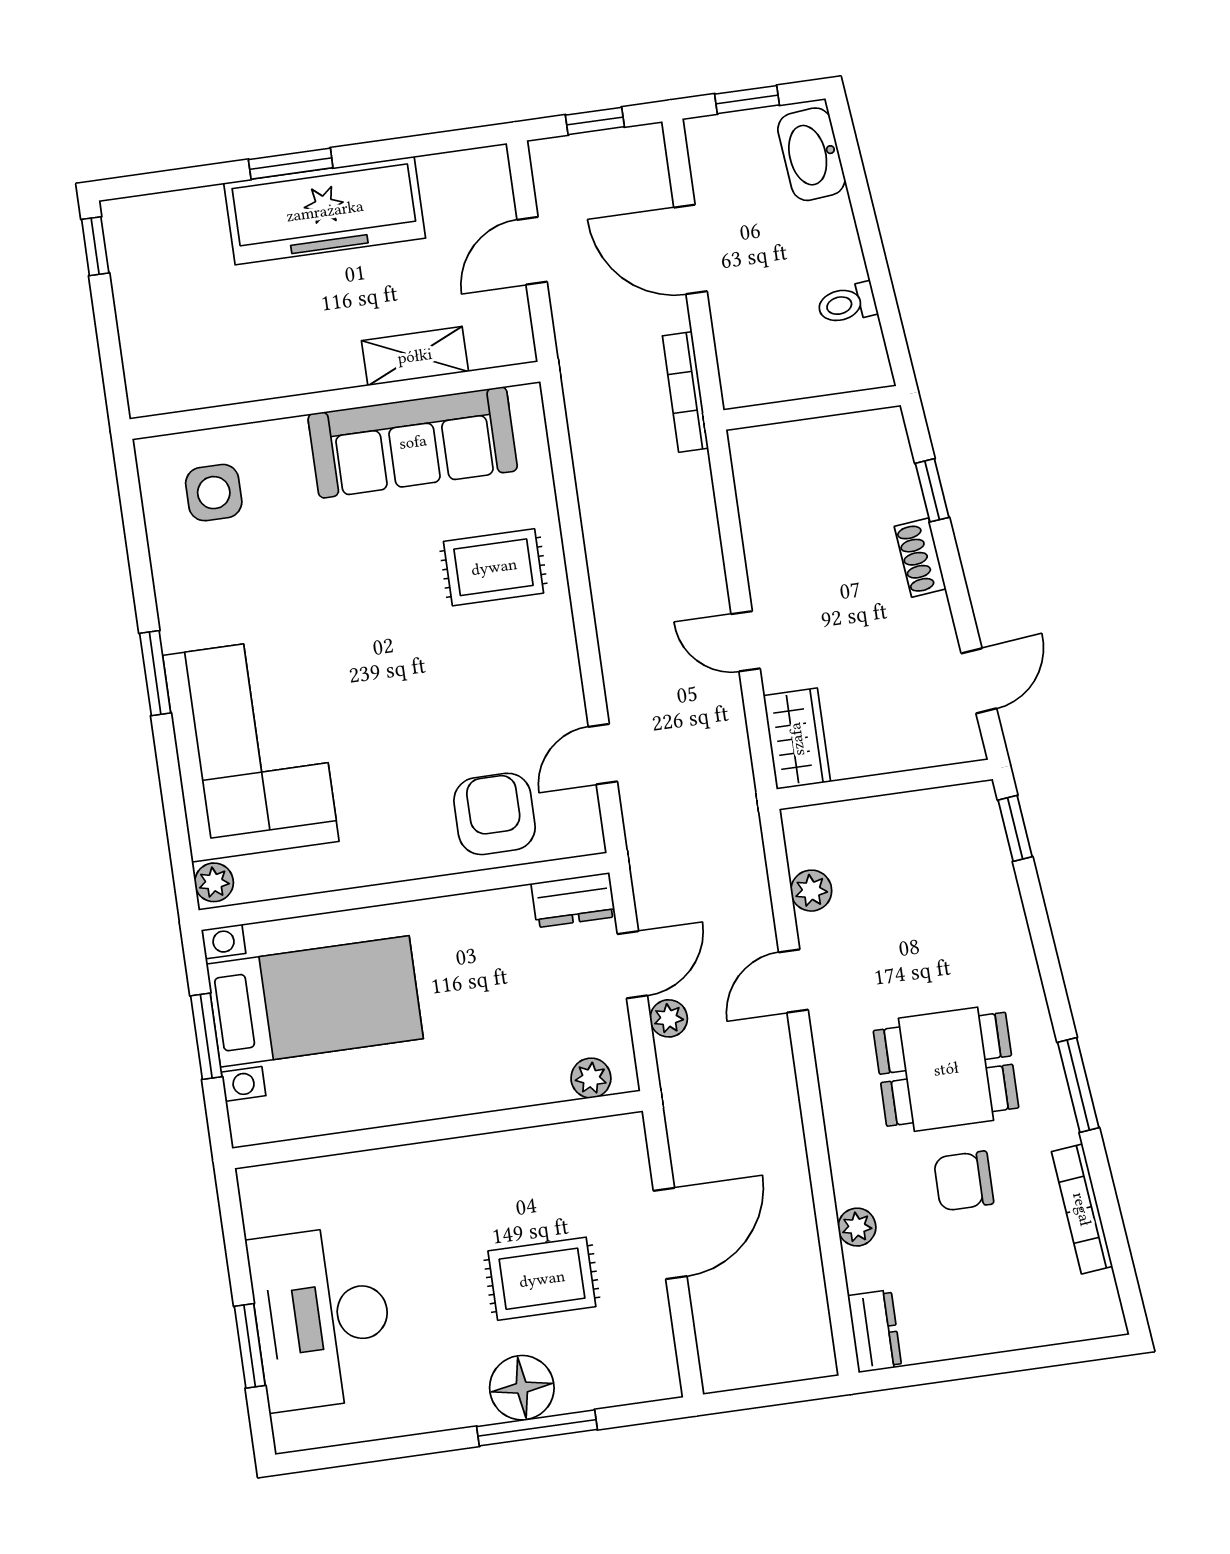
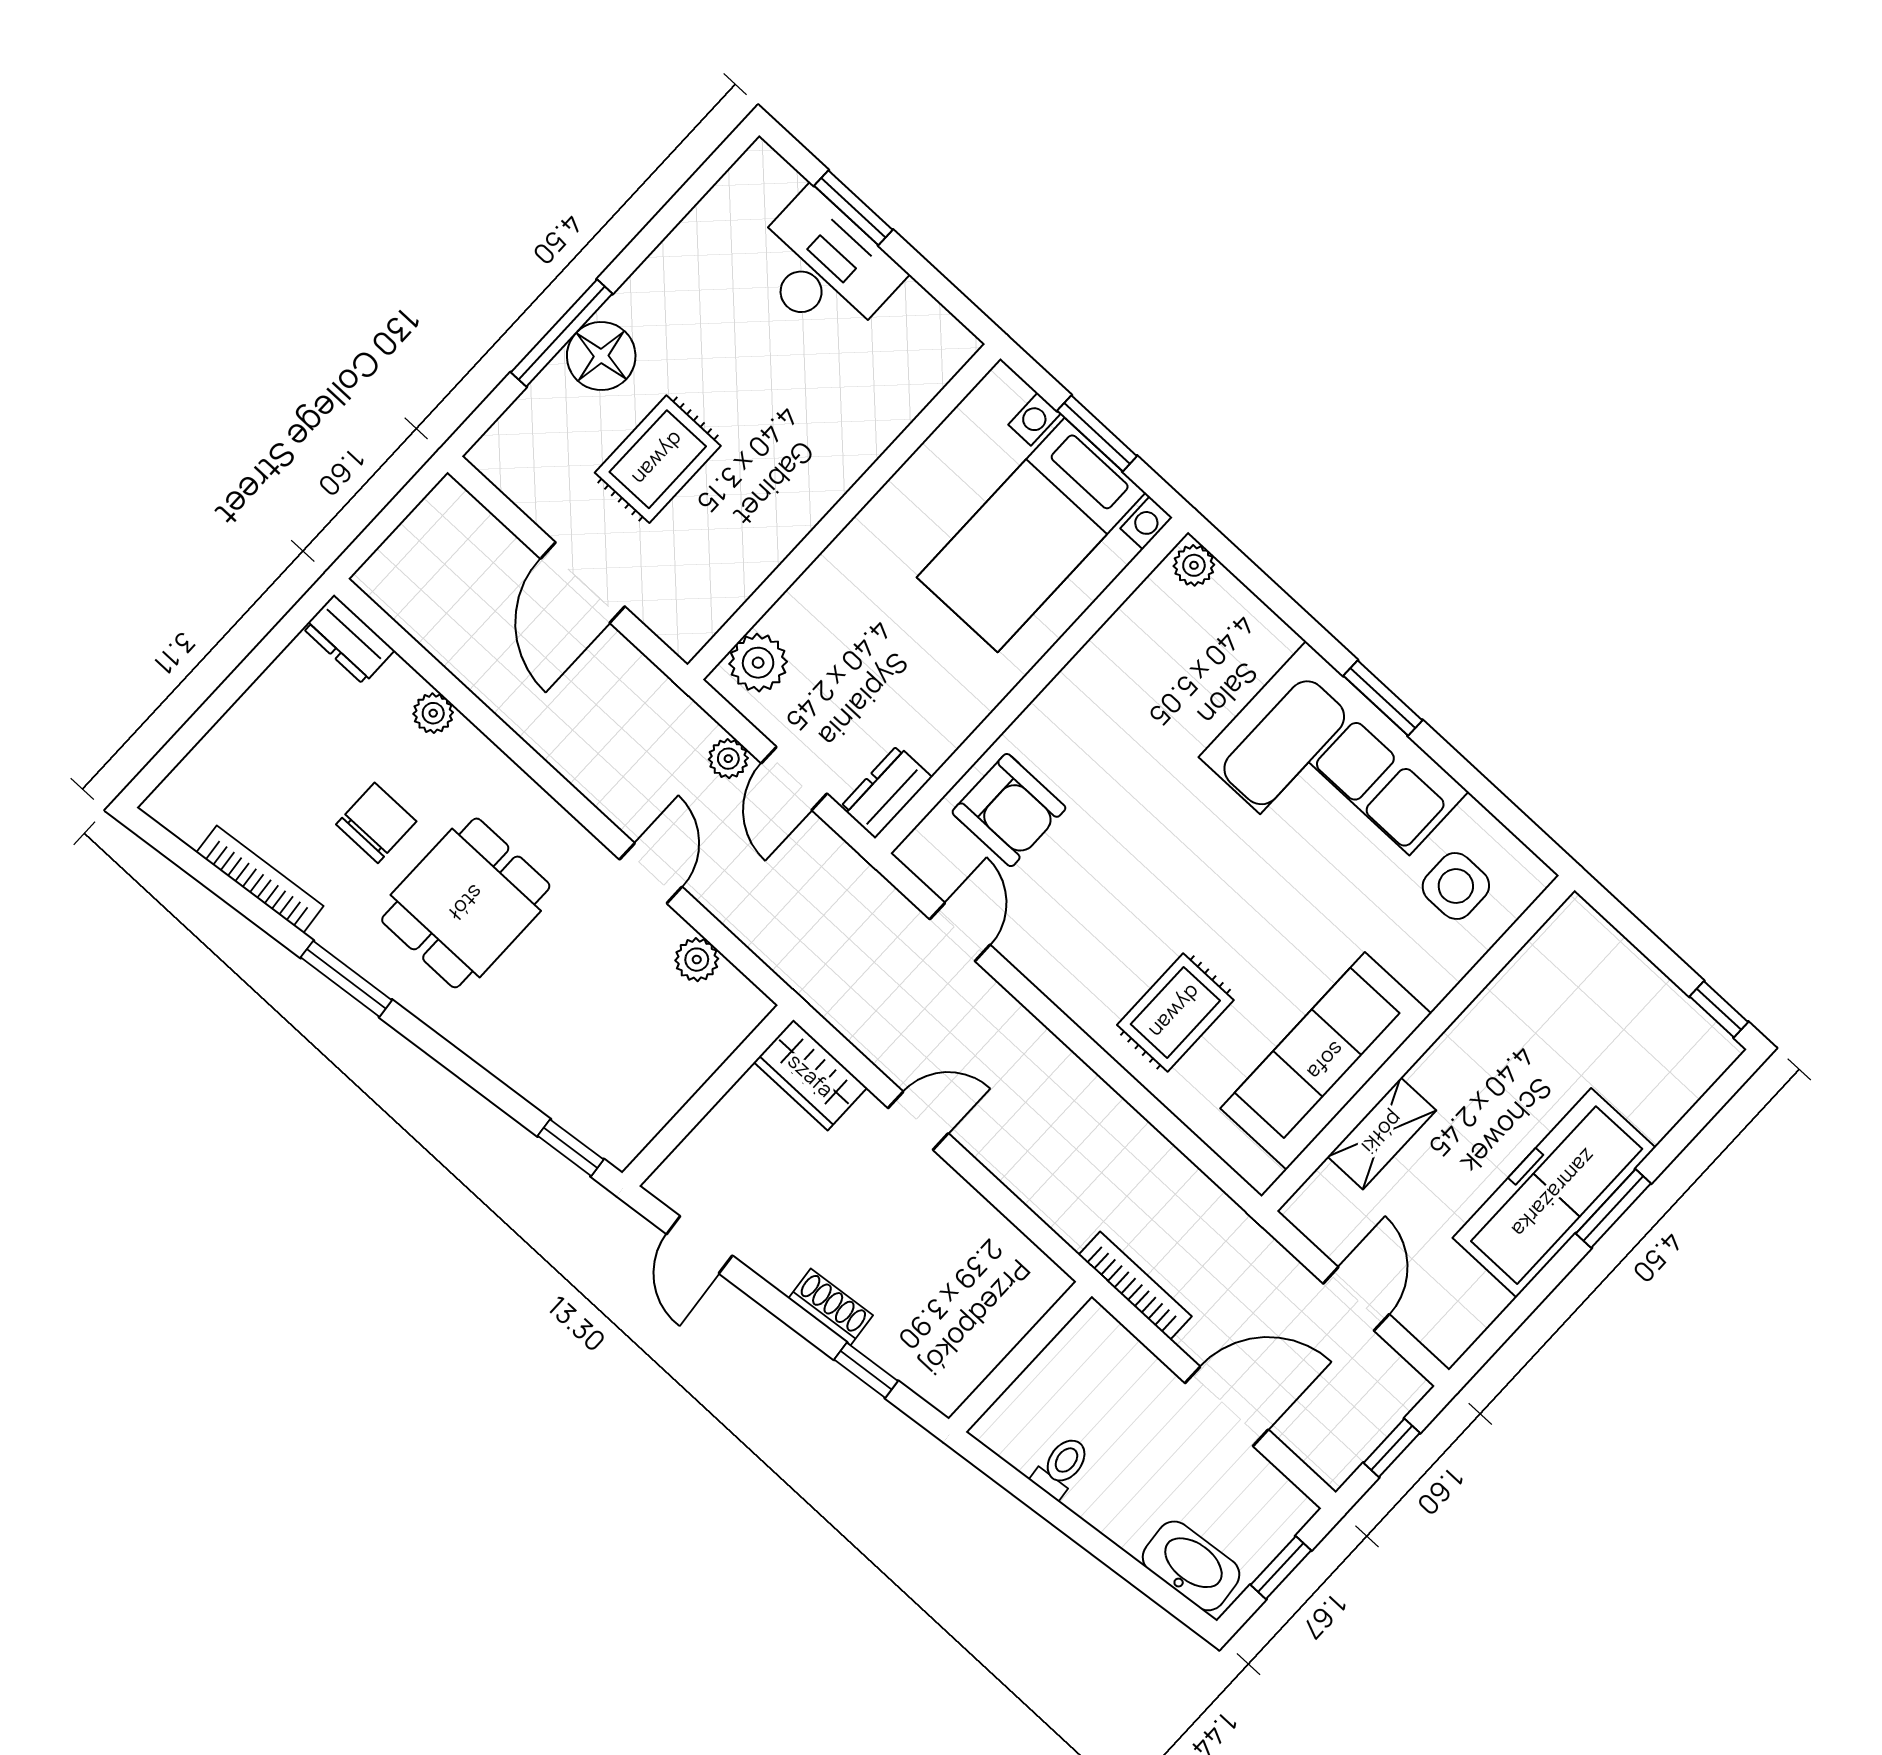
corner sofa: (251, 748) -> (1333, 774), moved
plant: (591, 1078) -> (758, 663), width x1.38, depth x1.38
desk: (322, 1318) -> (824, 267), width x0.73, depth x0.77

